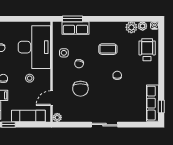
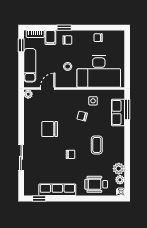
wheelchair: (147, 50) -> (96, 184), turned 180
chair: (80, 89) -> (50, 129), moved
door: (52, 98) -> (48, 89), hinge flipped
row of seats: (153, 103) -> (57, 190), moved
sliding door: (105, 125) -> (21, 158), moved

